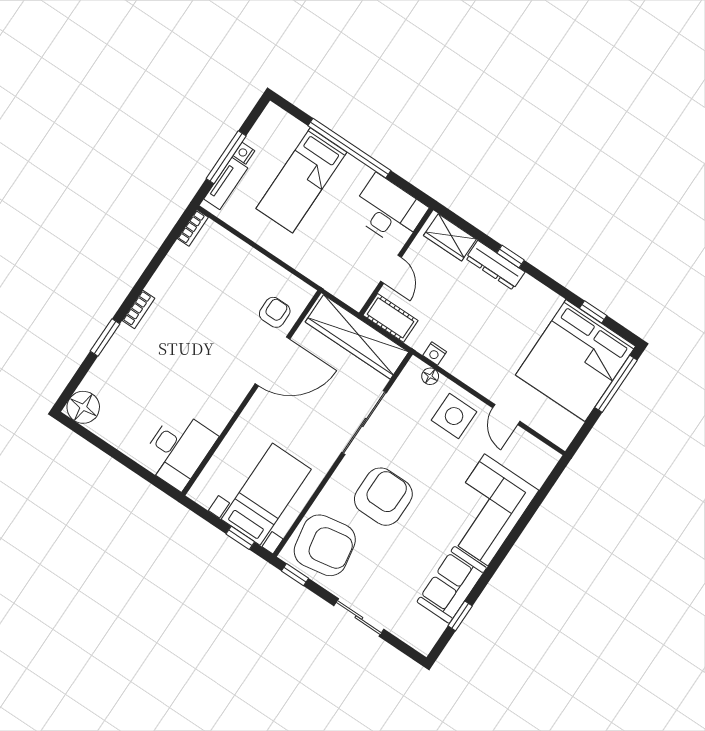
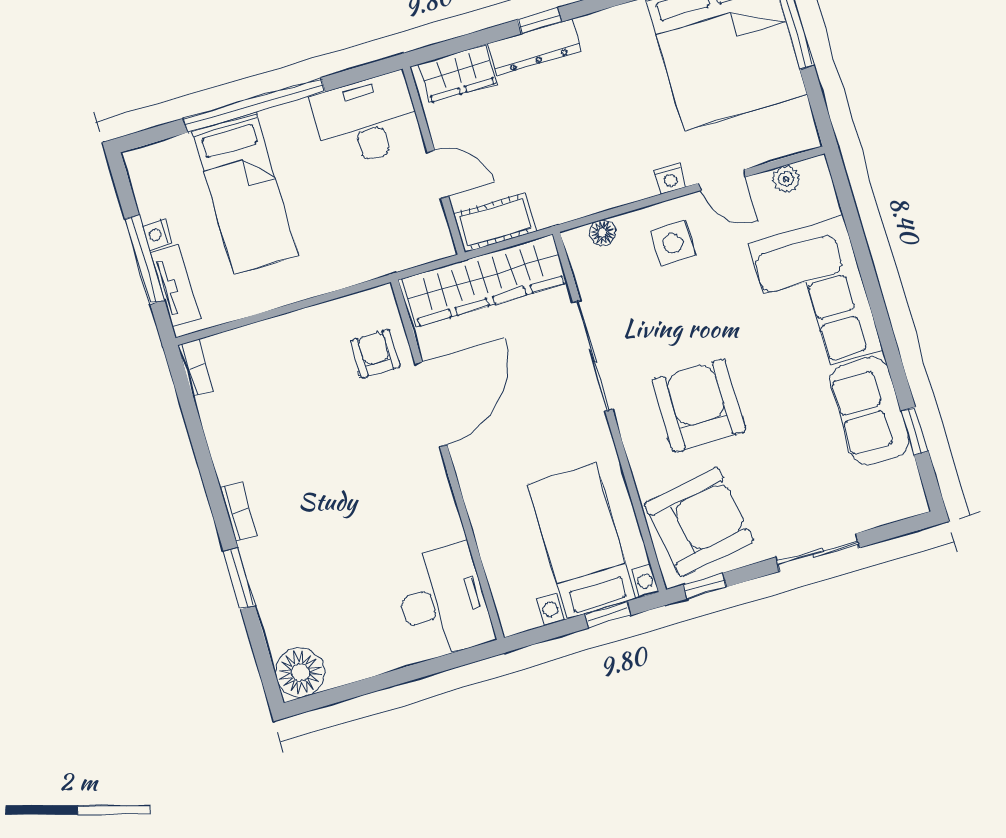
nightstand: (435, 354) -> (670, 178), moved
side table: (454, 416) -> (673, 243), width x0.73, depth x0.73
plant: (534, 446) -> (786, 179), added

